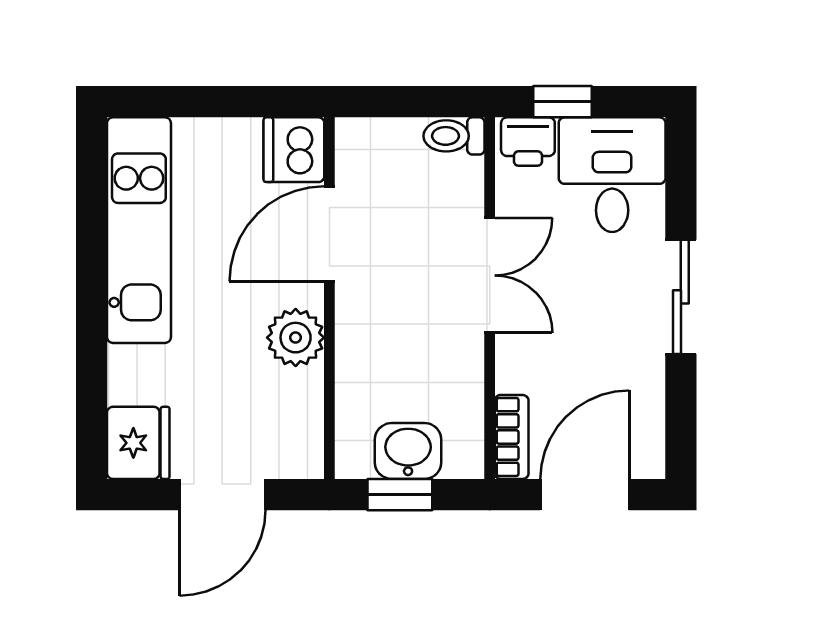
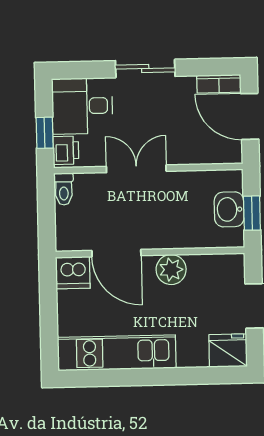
bookcase: (512, 437) -> (219, 84), moved, turned 180

